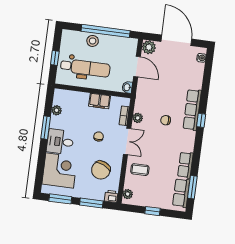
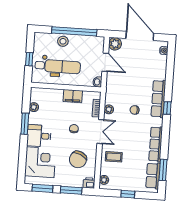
row of seats: (185, 165) -> (156, 144), width x1.48

